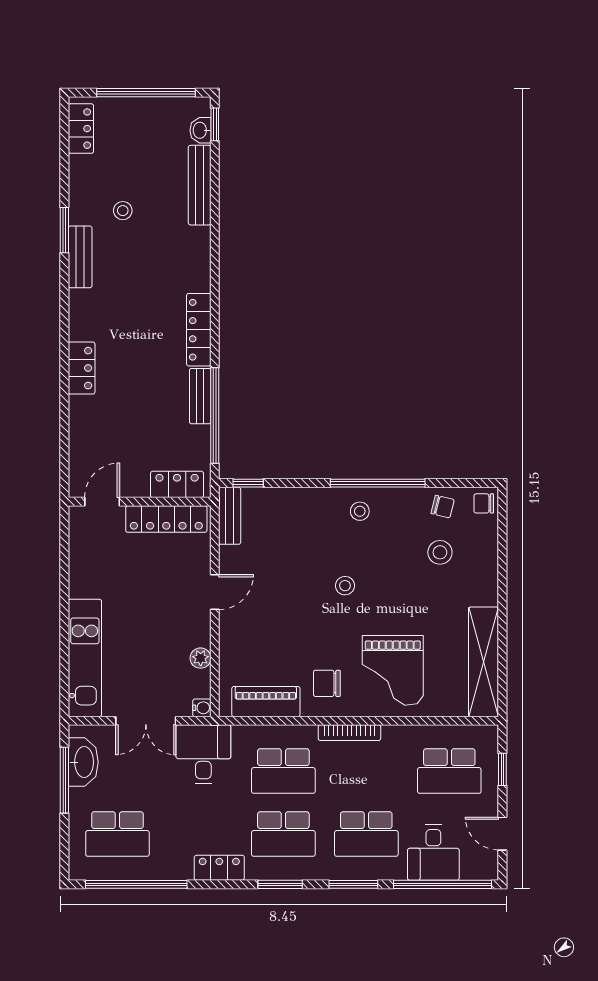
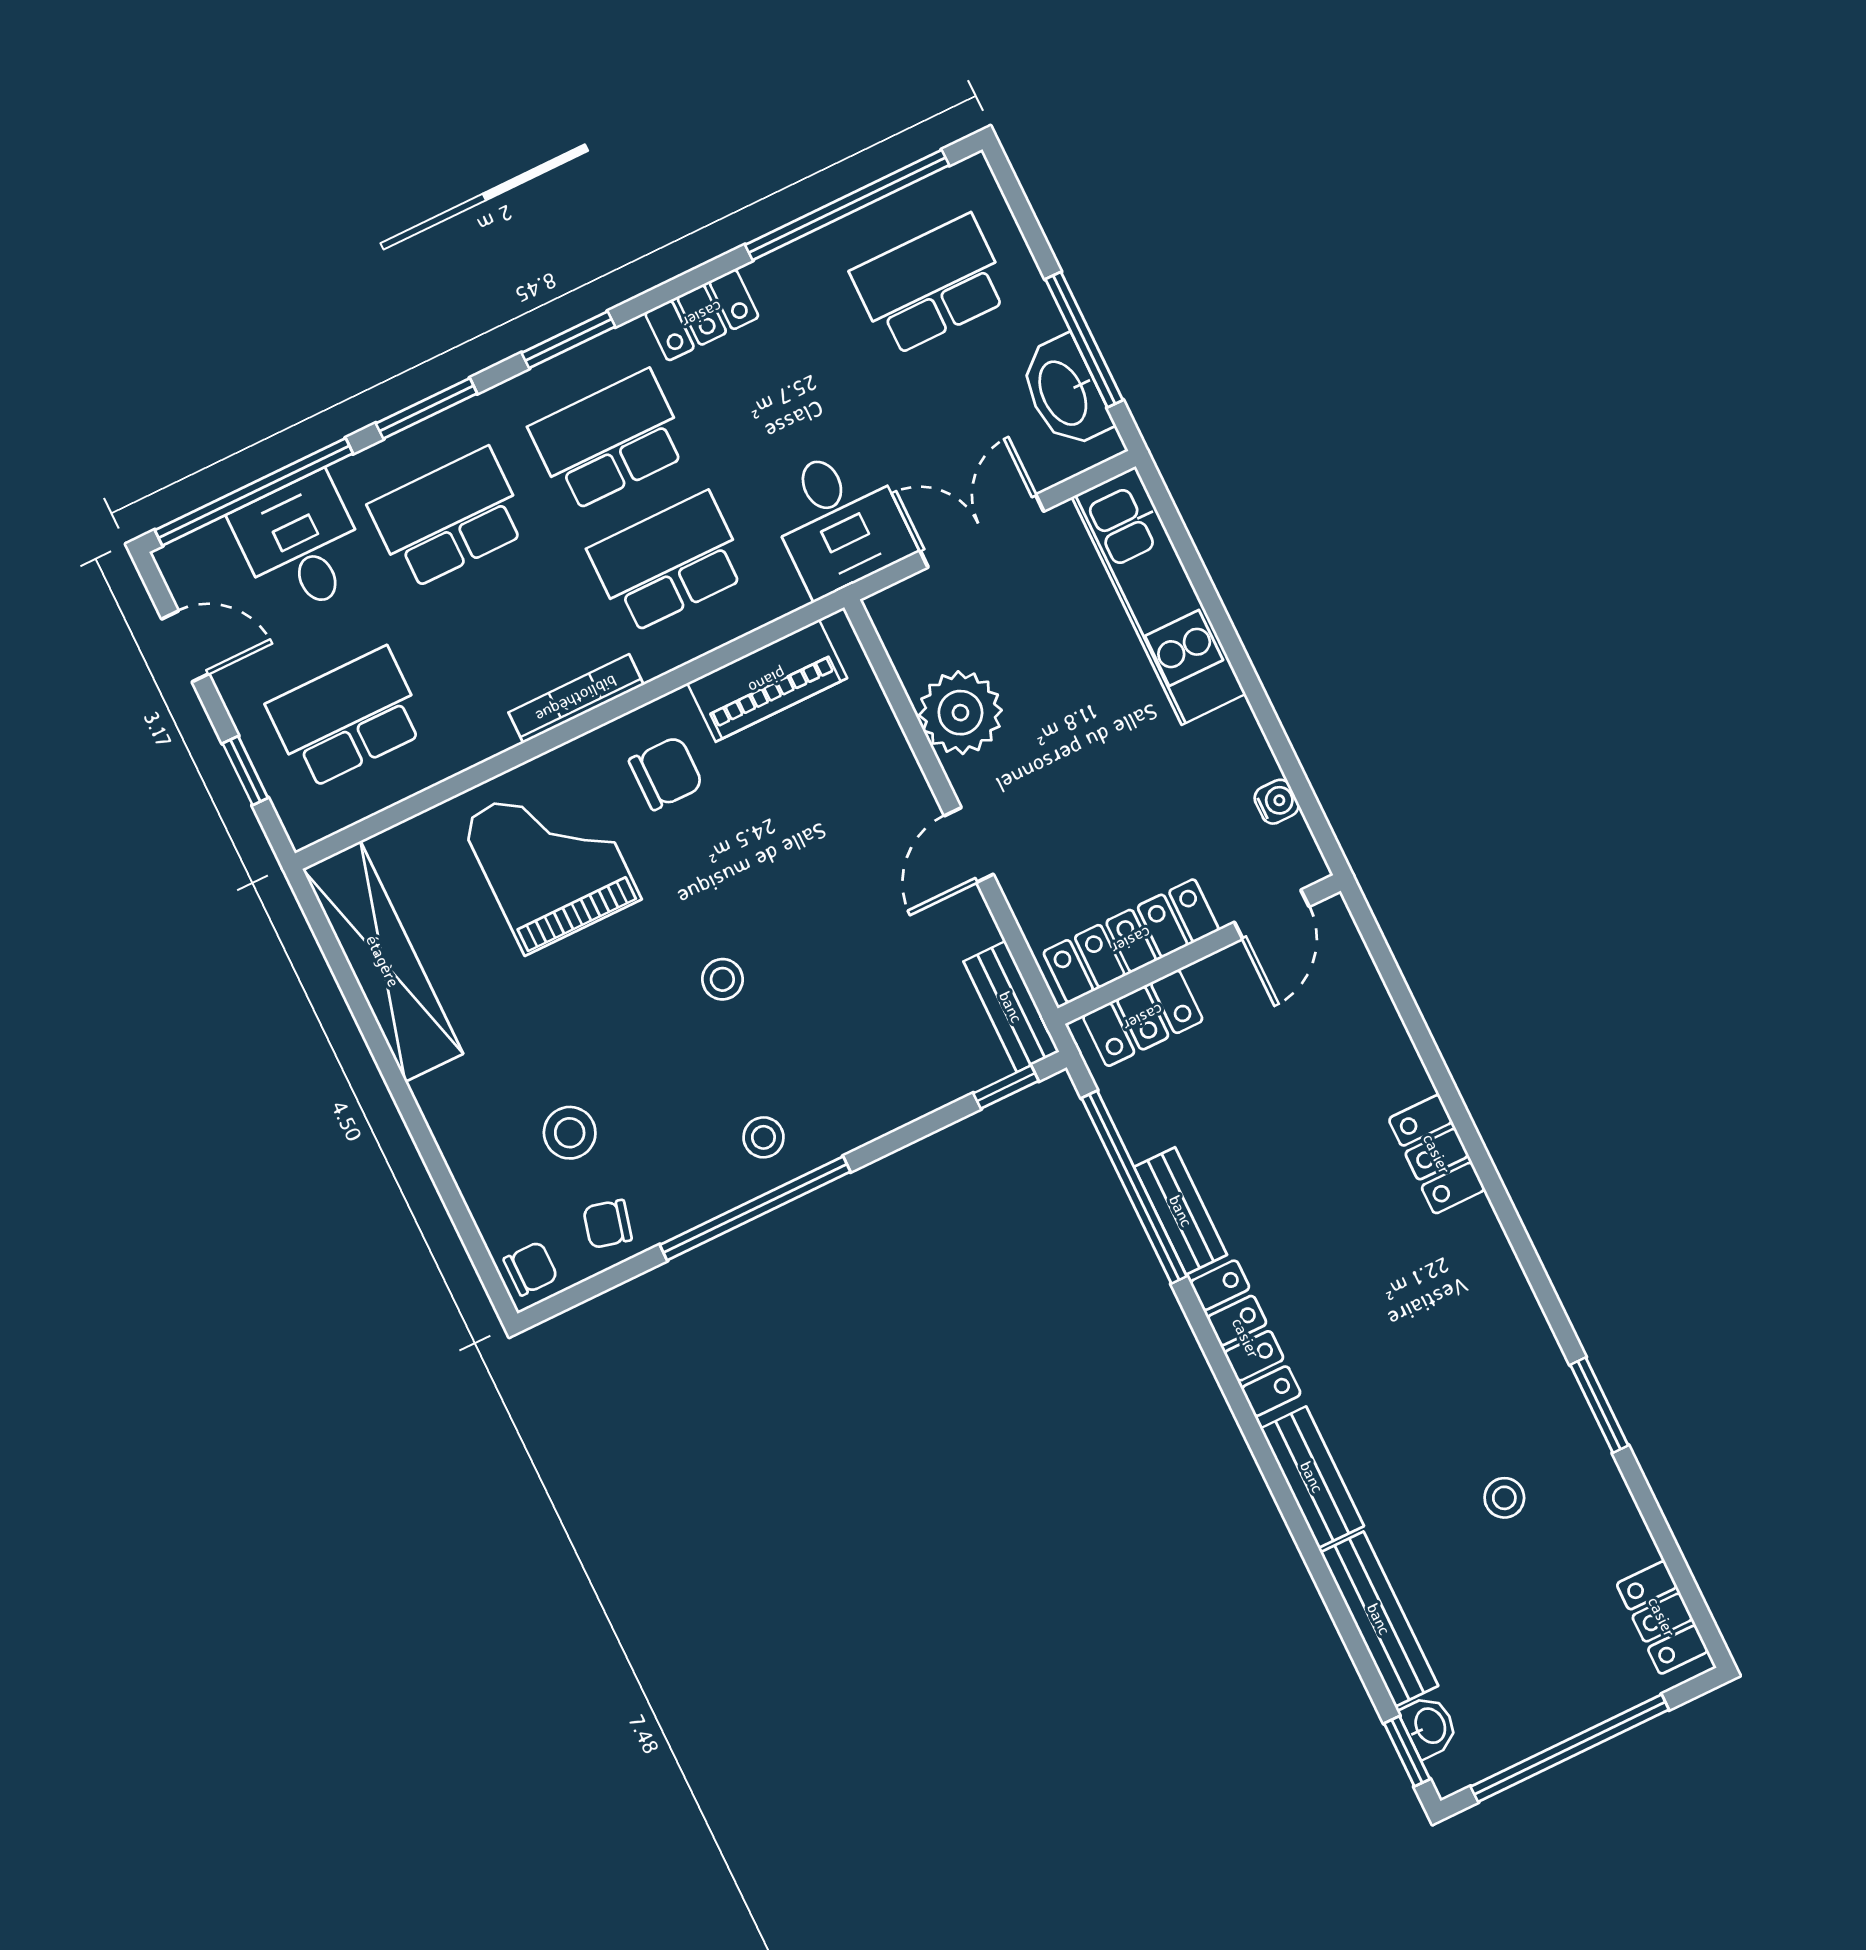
bench: (80, 257) -> (1312, 1477), moved
plant: (201, 658) -> (960, 713), width x1.88, depth x1.88
water cooler: (202, 708) -> (1277, 802), moved, turned 180

